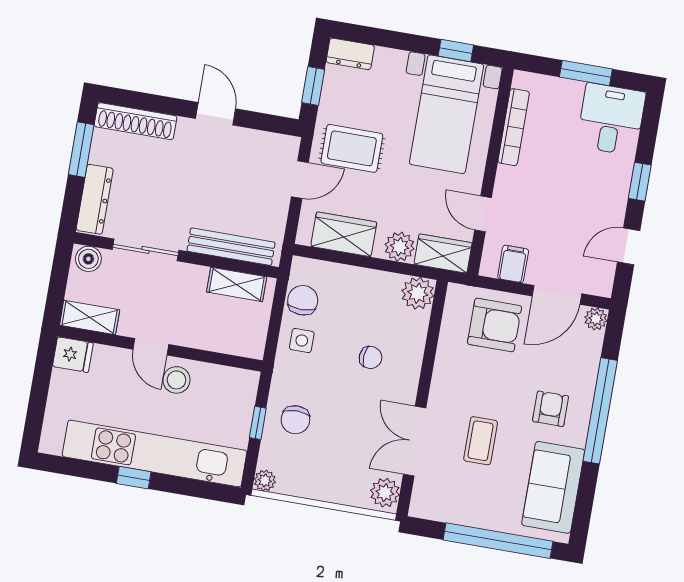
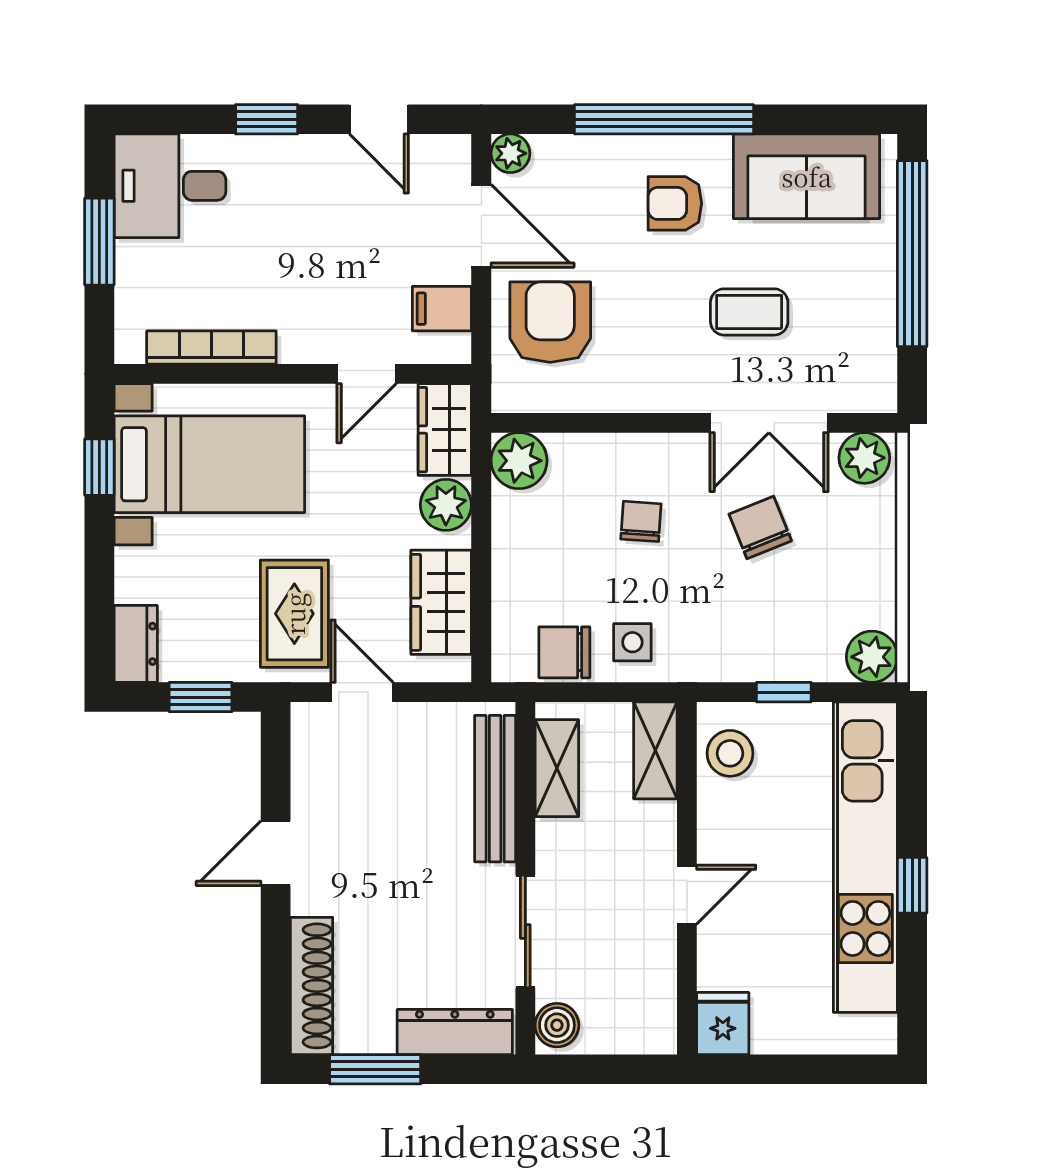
shelving: (90, 317) -> (655, 750), moved
stool: (176, 380) -> (730, 753), moved
chair: (295, 420) -> (760, 527), moved, turned -112
plant: (265, 481) -> (872, 657), width x1.38, depth x1.38

